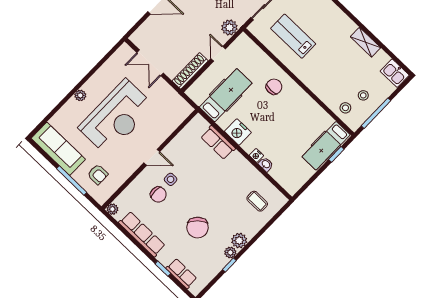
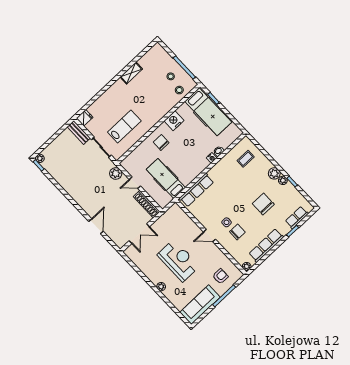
lab bench: (293, 36) -> (124, 126), turned 180
kitchen sink: (395, 73) -> (155, 52), removed
reception desk: (116, 117) -> (178, 260), width x0.74, depth x0.77
nightstand: (238, 132) -> (174, 121), moved, turned 180
row of seats: (218, 143) -> (196, 190), width x1.48
hospital bed: (326, 146) -> (208, 112), width x1.37, depth x1.29
door: (152, 157) -> (209, 236), swing flipped
chair: (197, 228) -> (263, 204), turned -137

